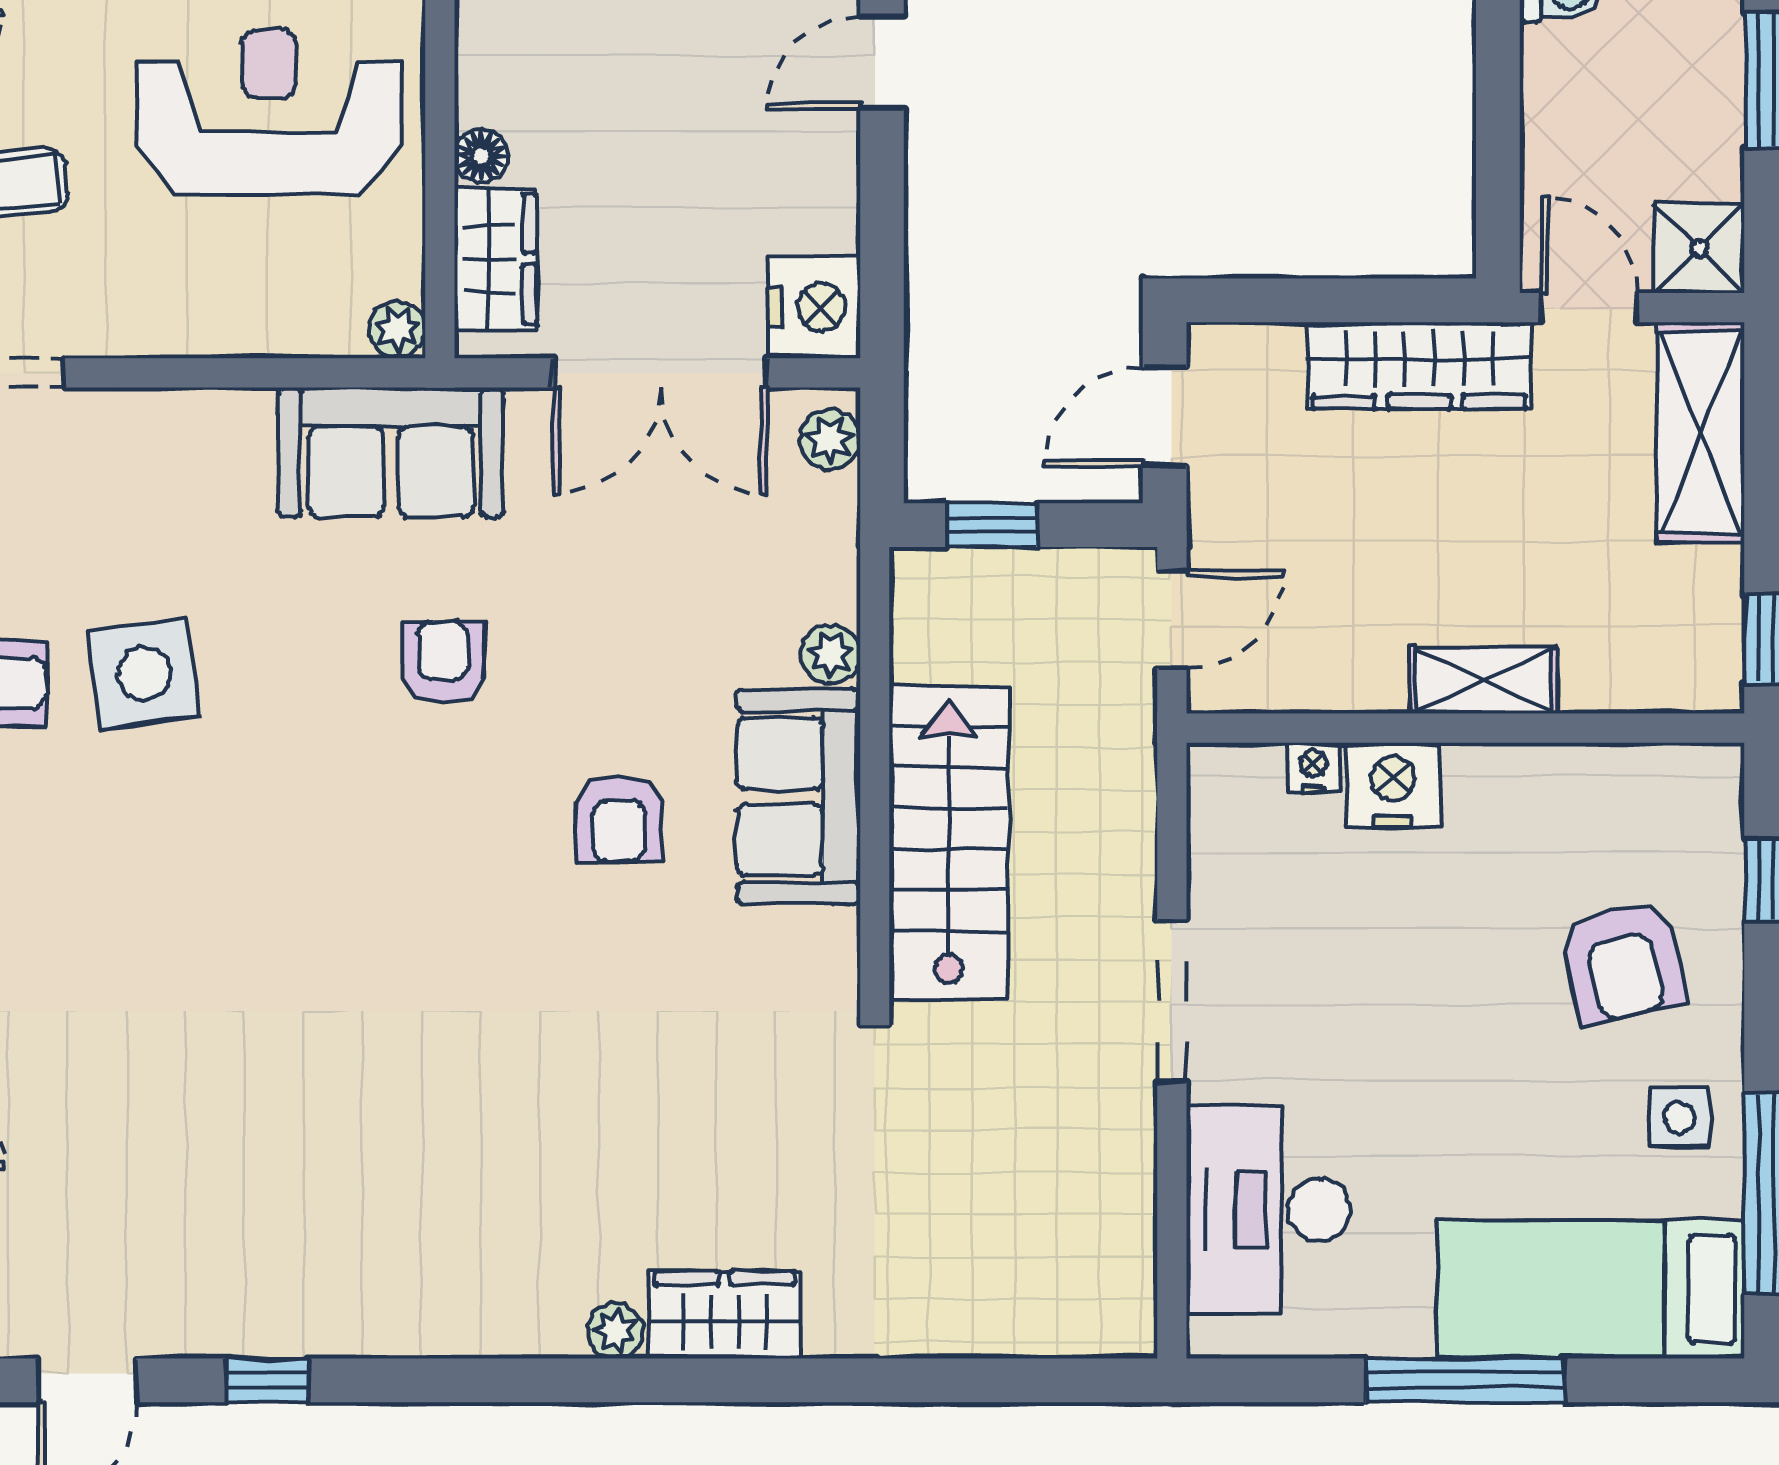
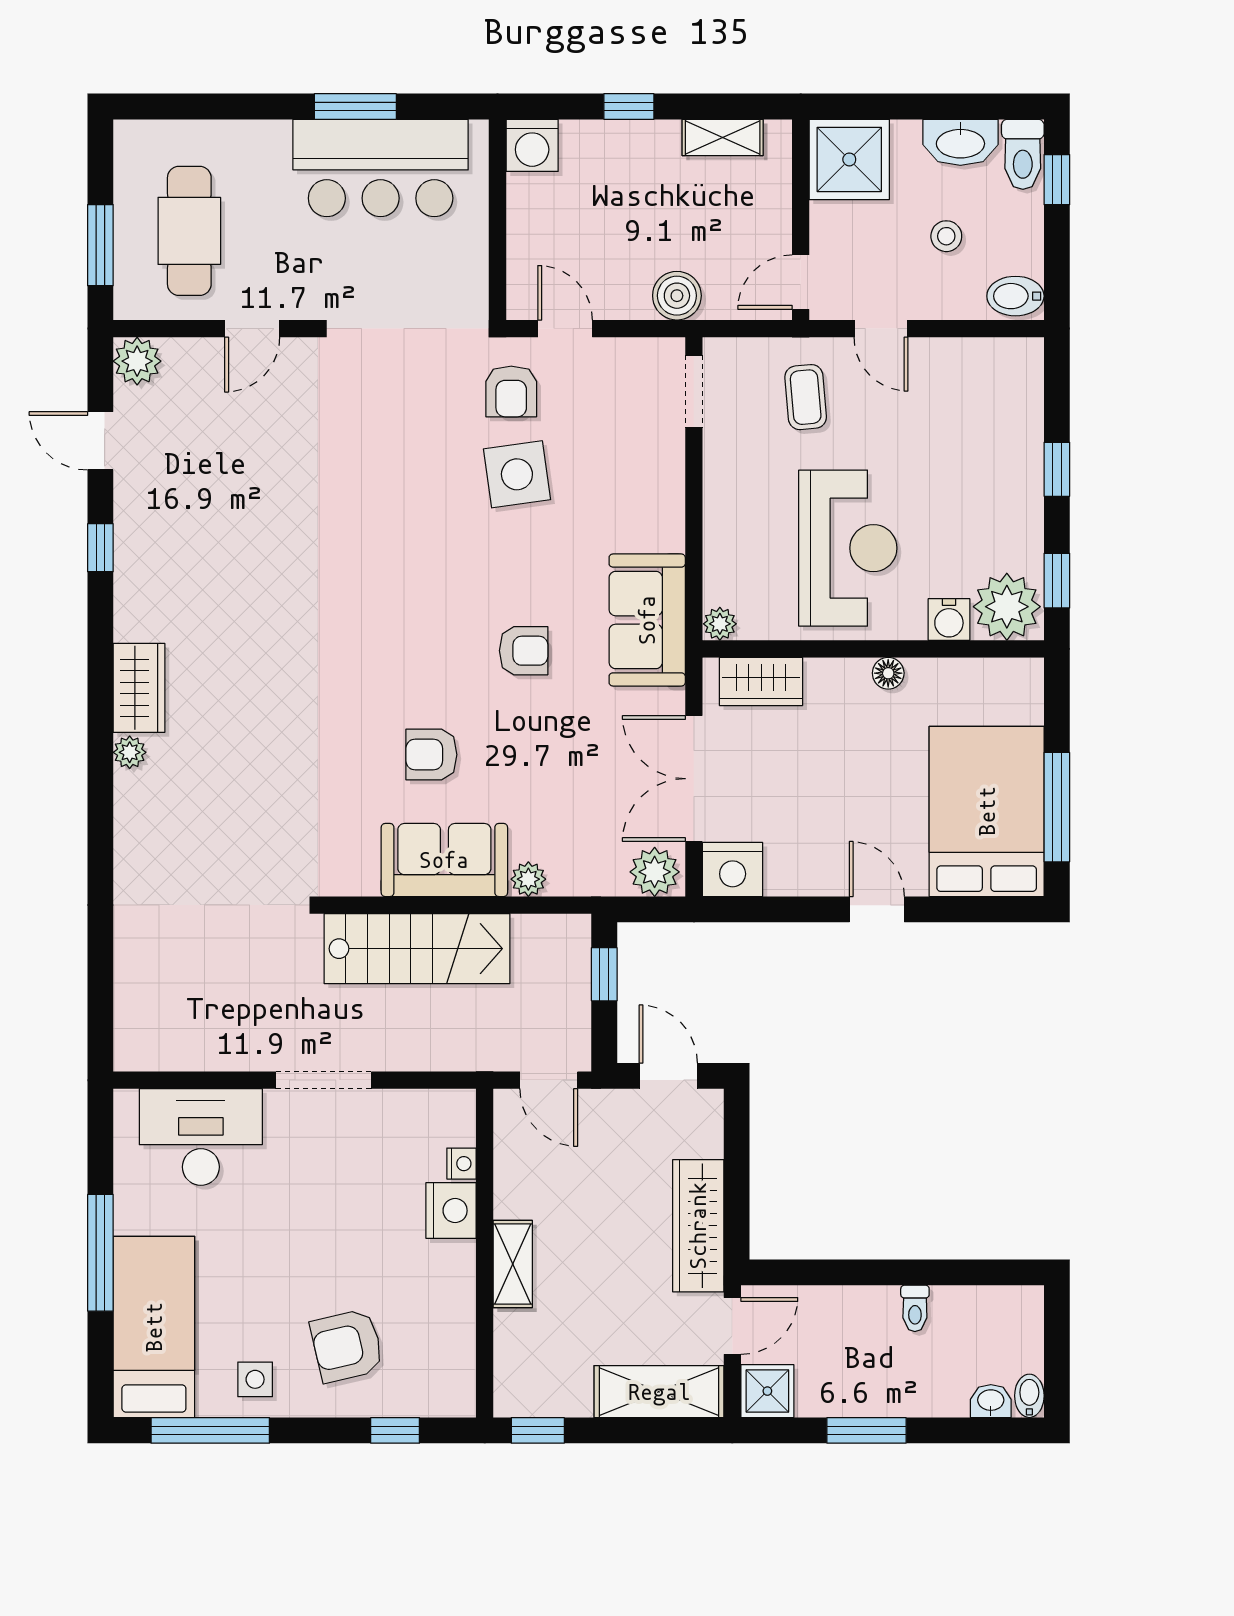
floor lamp: (481, 156) -> (888, 673), moved
plant: (830, 440) -> (655, 872), width x1.38, depth x1.38
wardrobe: (725, 1315) -> (139, 688), moved

